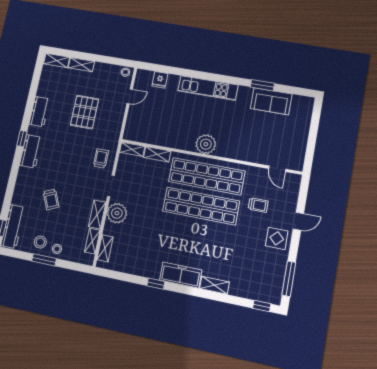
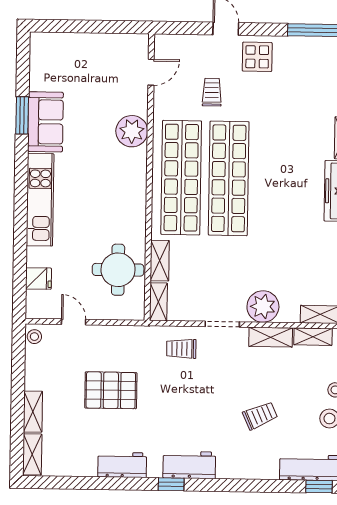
sofa: (271, 101) -> (45, 122), moved
round table: (156, 128) -> (118, 270), added
plant: (206, 144) -> (132, 131), moved

